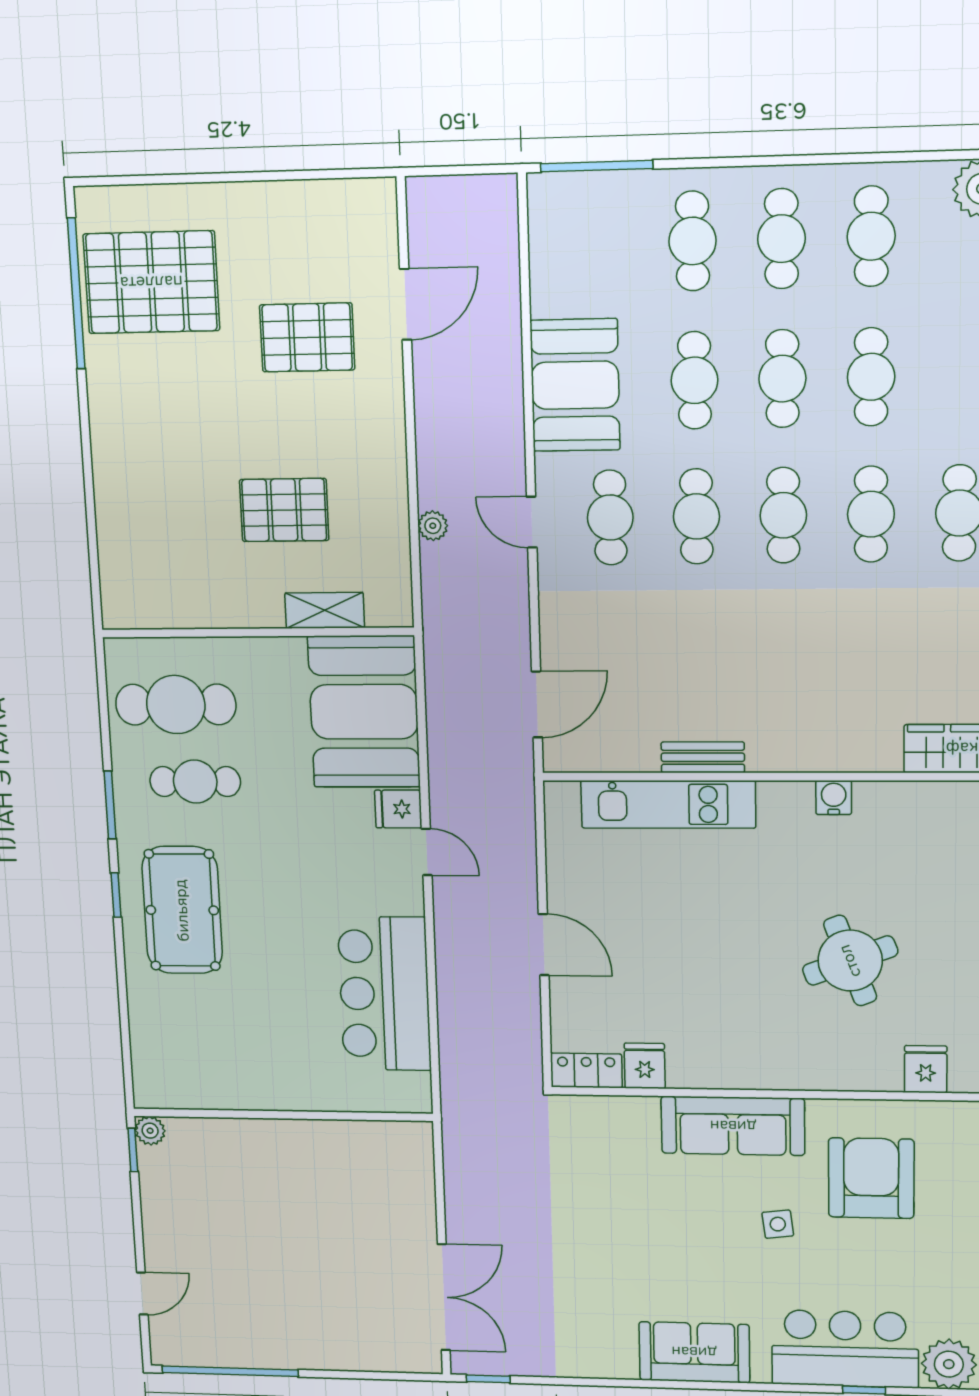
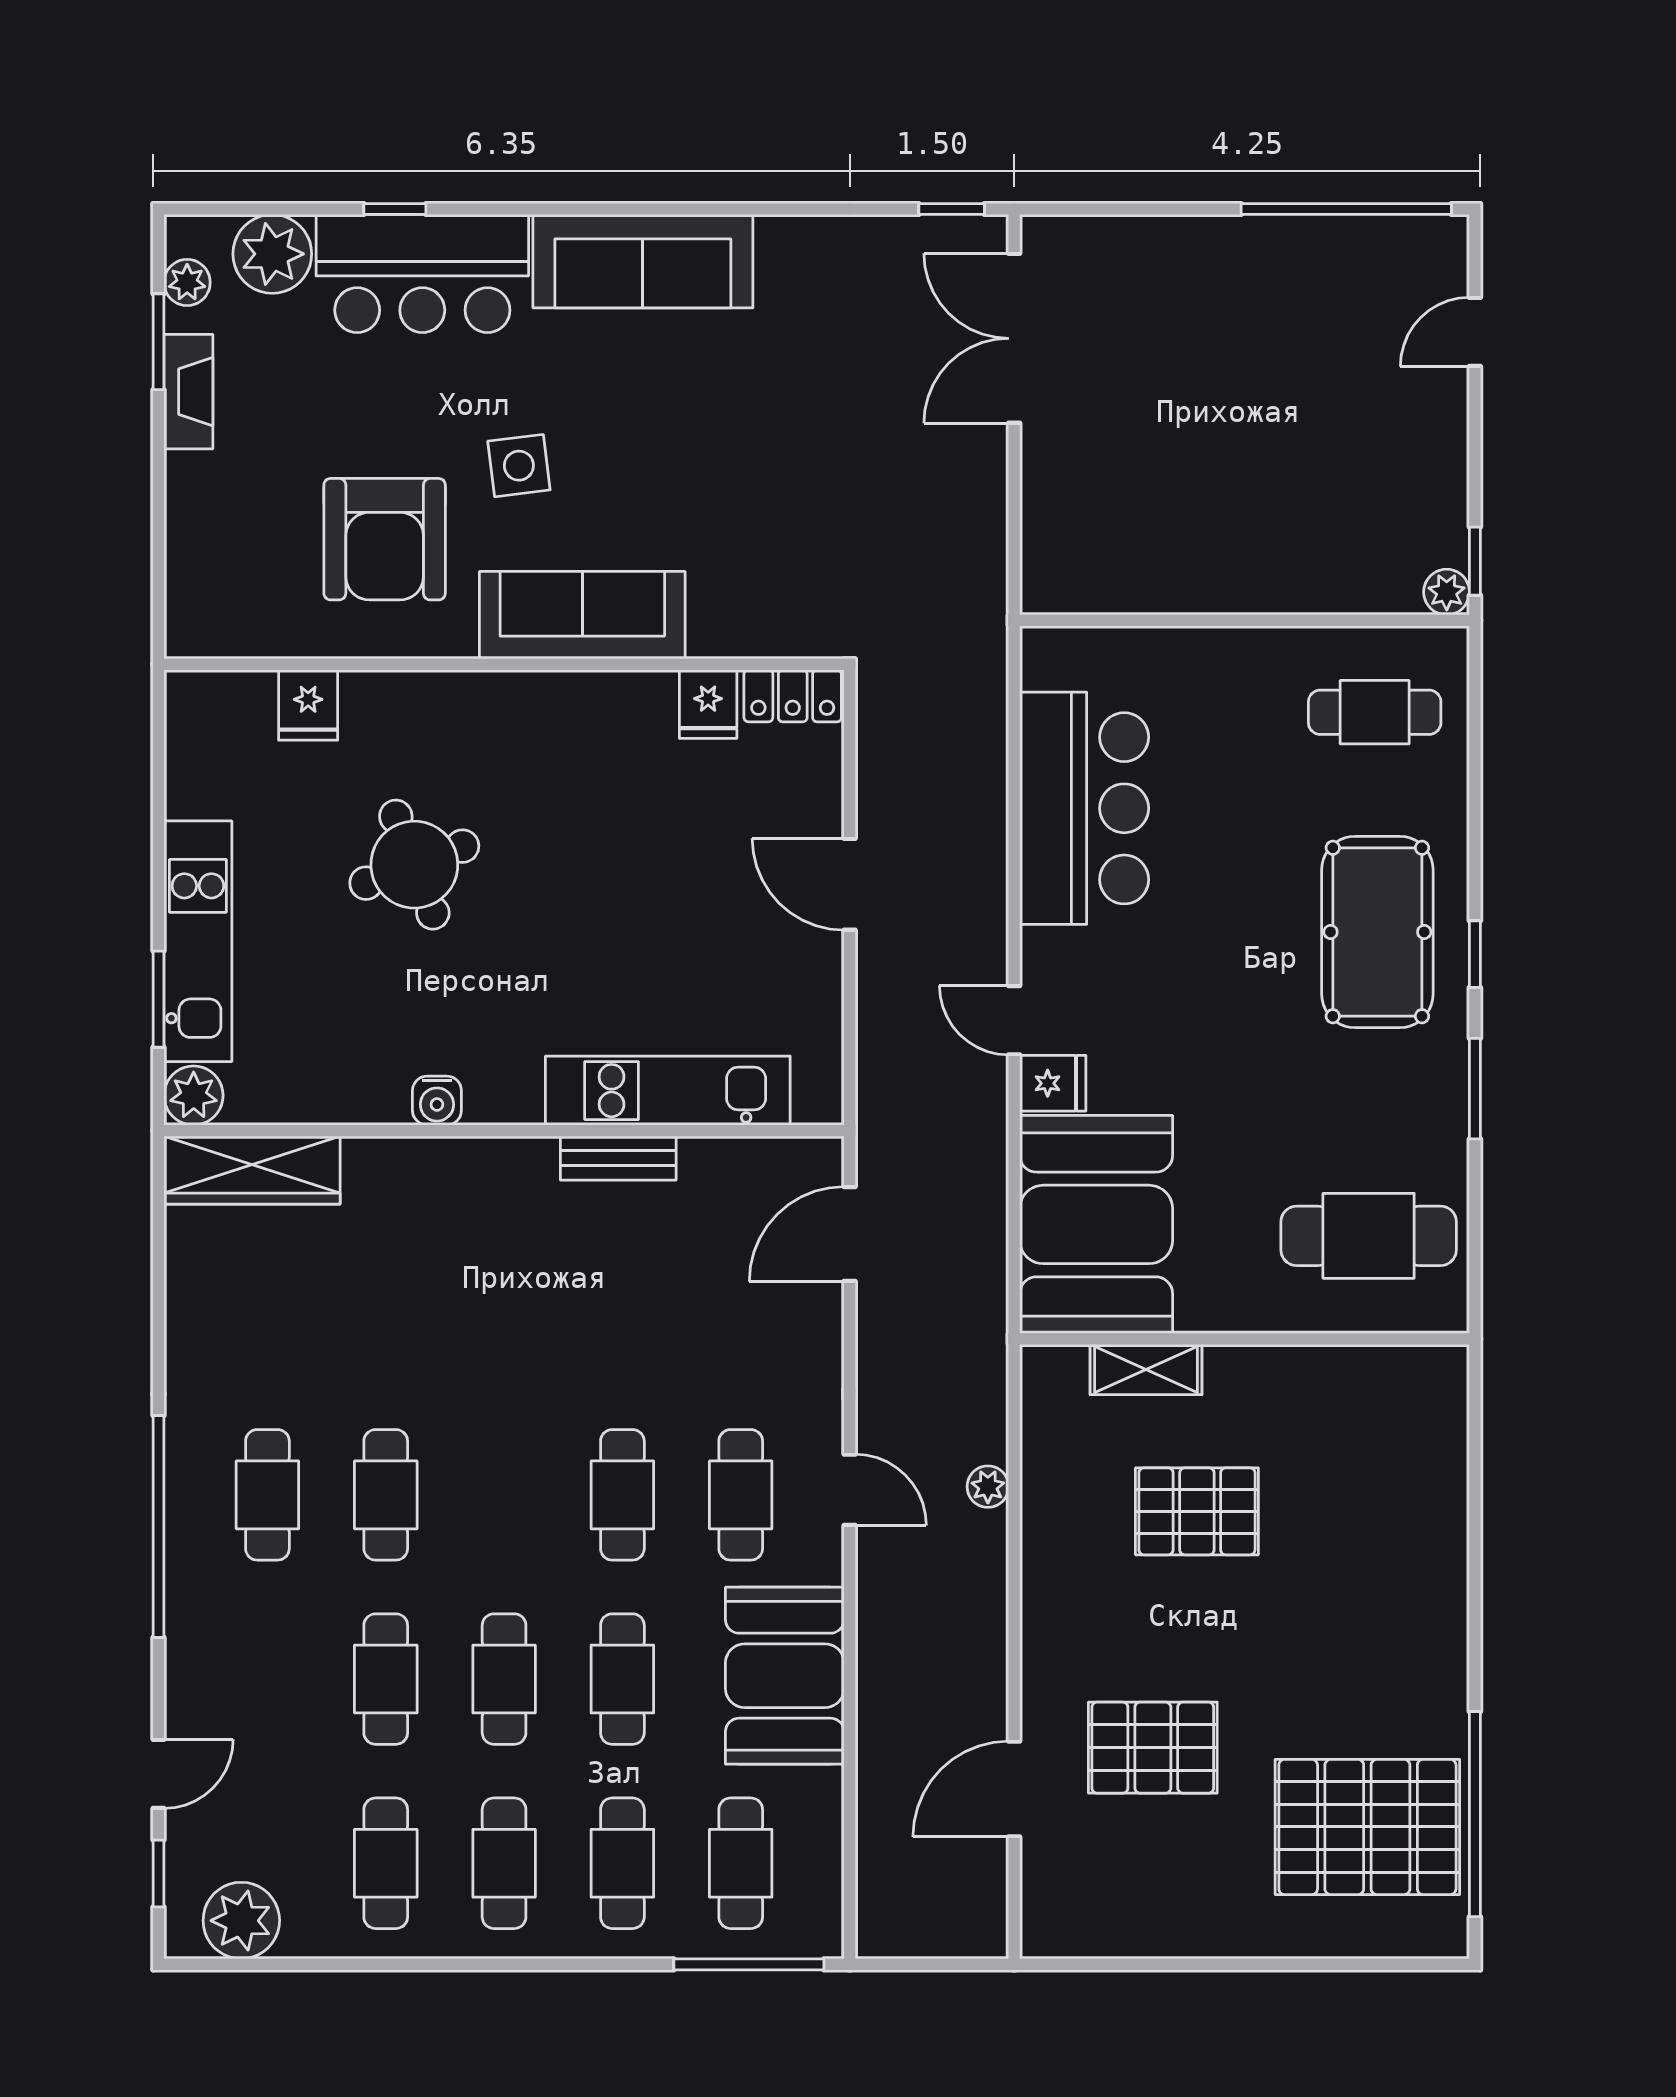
cafe table: (783, 515) -> (741, 1863), moved
cafe table: (195, 782) -> (1375, 712), moved
side table: (778, 1224) -> (519, 466), width x1.37, depth x1.37
sofa: (694, 1352) -> (643, 261), width x1.36

